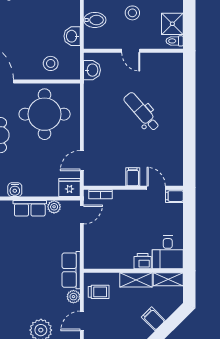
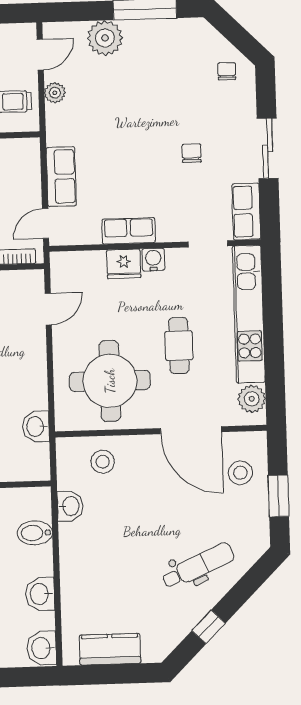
washbasin: (92, 70) -> (36, 427), moved
fridge: (70, 188) -> (124, 264), moved
plant: (54, 207) -> (90, 234), removed
row of seats: (71, 270) -> (61, 176), moved

